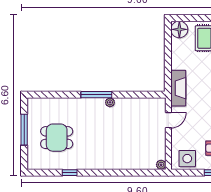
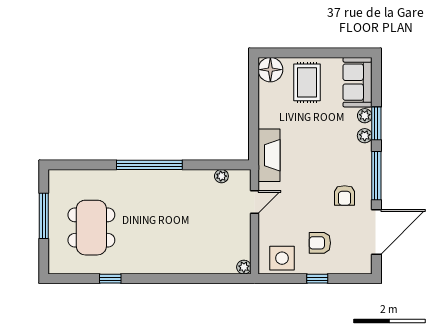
window: (96, 95) -> (149, 165), width x1.46
plant: (110, 102) -> (221, 176), moved
dining table: (57, 138) -> (91, 228), width x1.38

